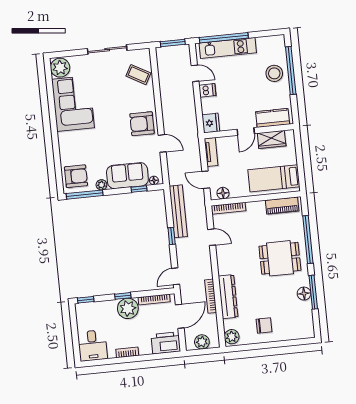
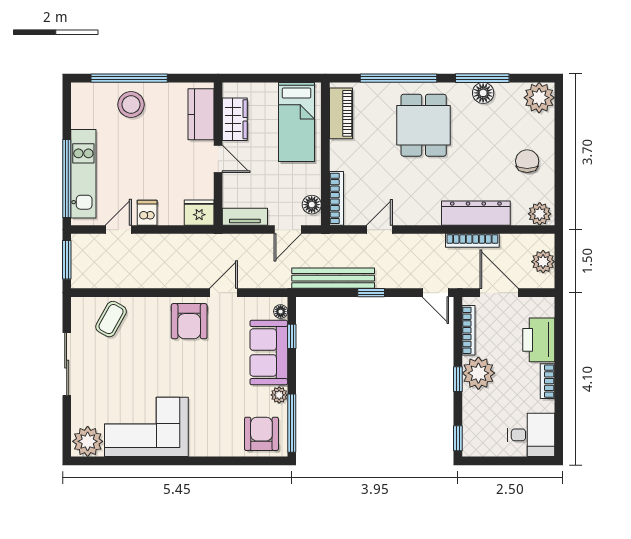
plant: (305, 329) -> (539, 98), added
printer: (166, 343) -> (539, 340), moved

